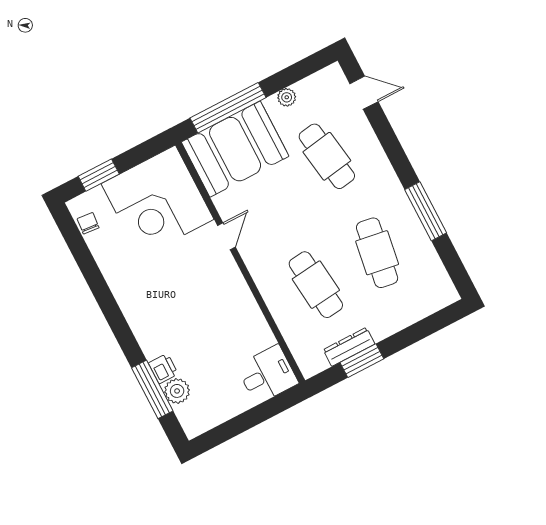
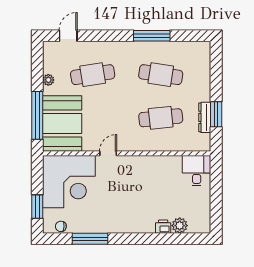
door: (227, 236) -> (108, 153), hinge flipped
window: (152, 389) -> (90, 239), moved

